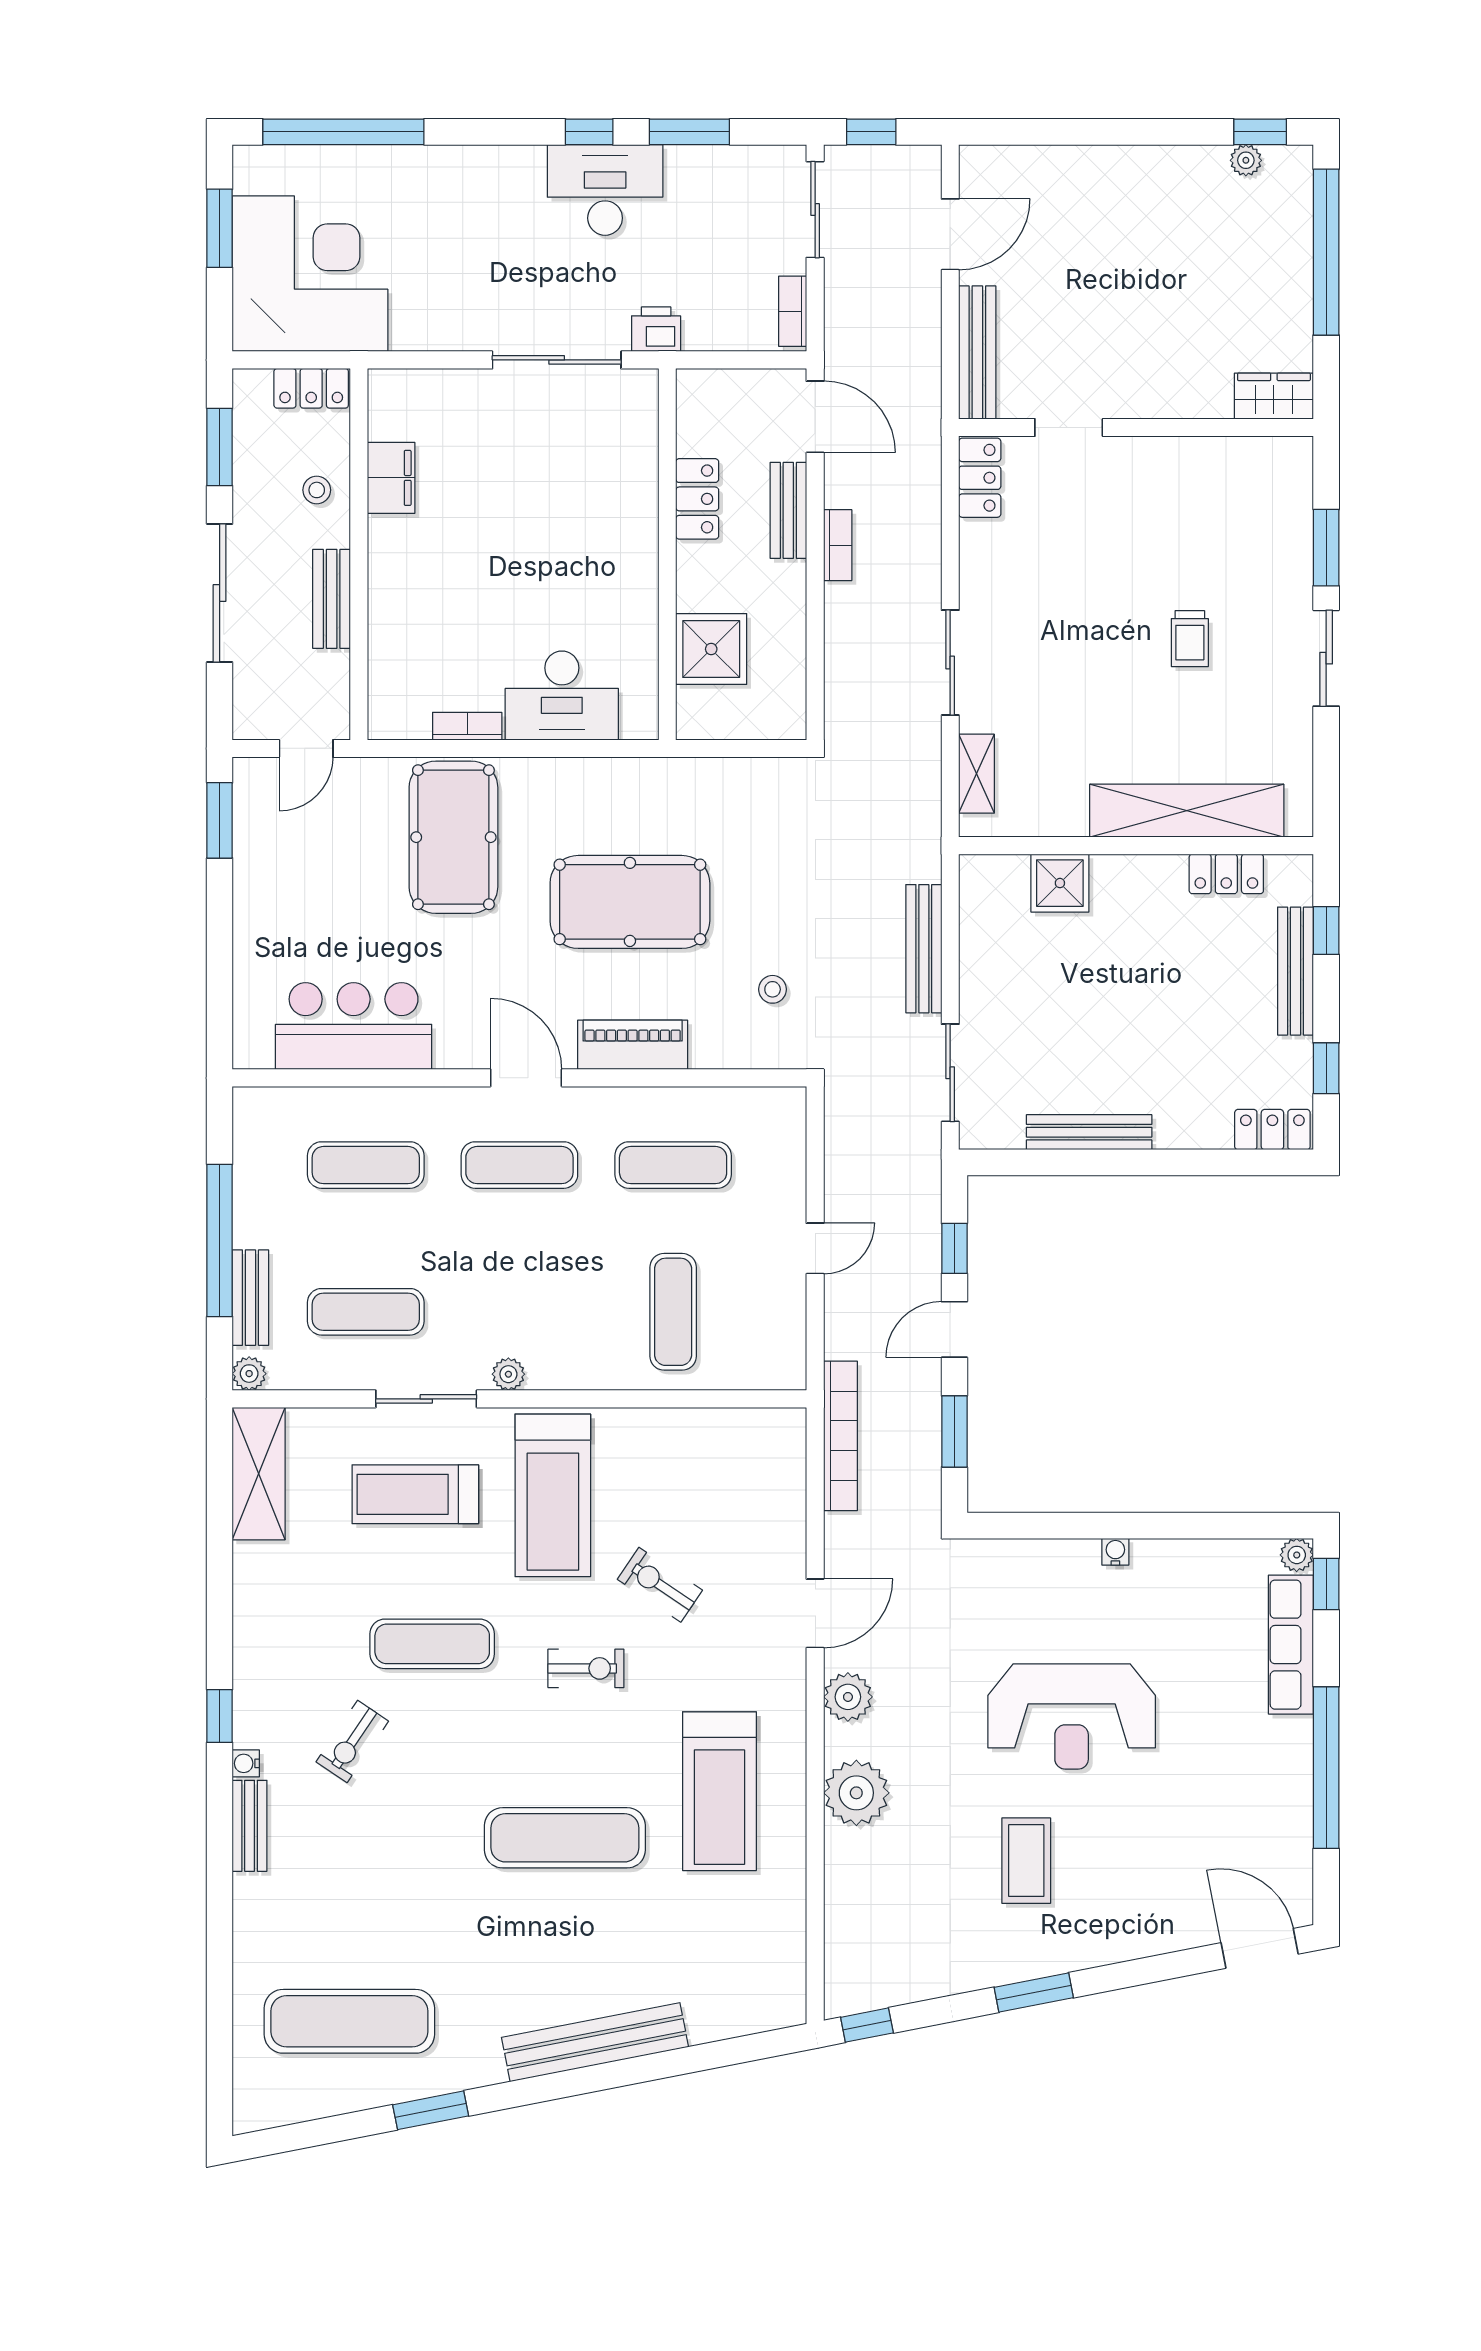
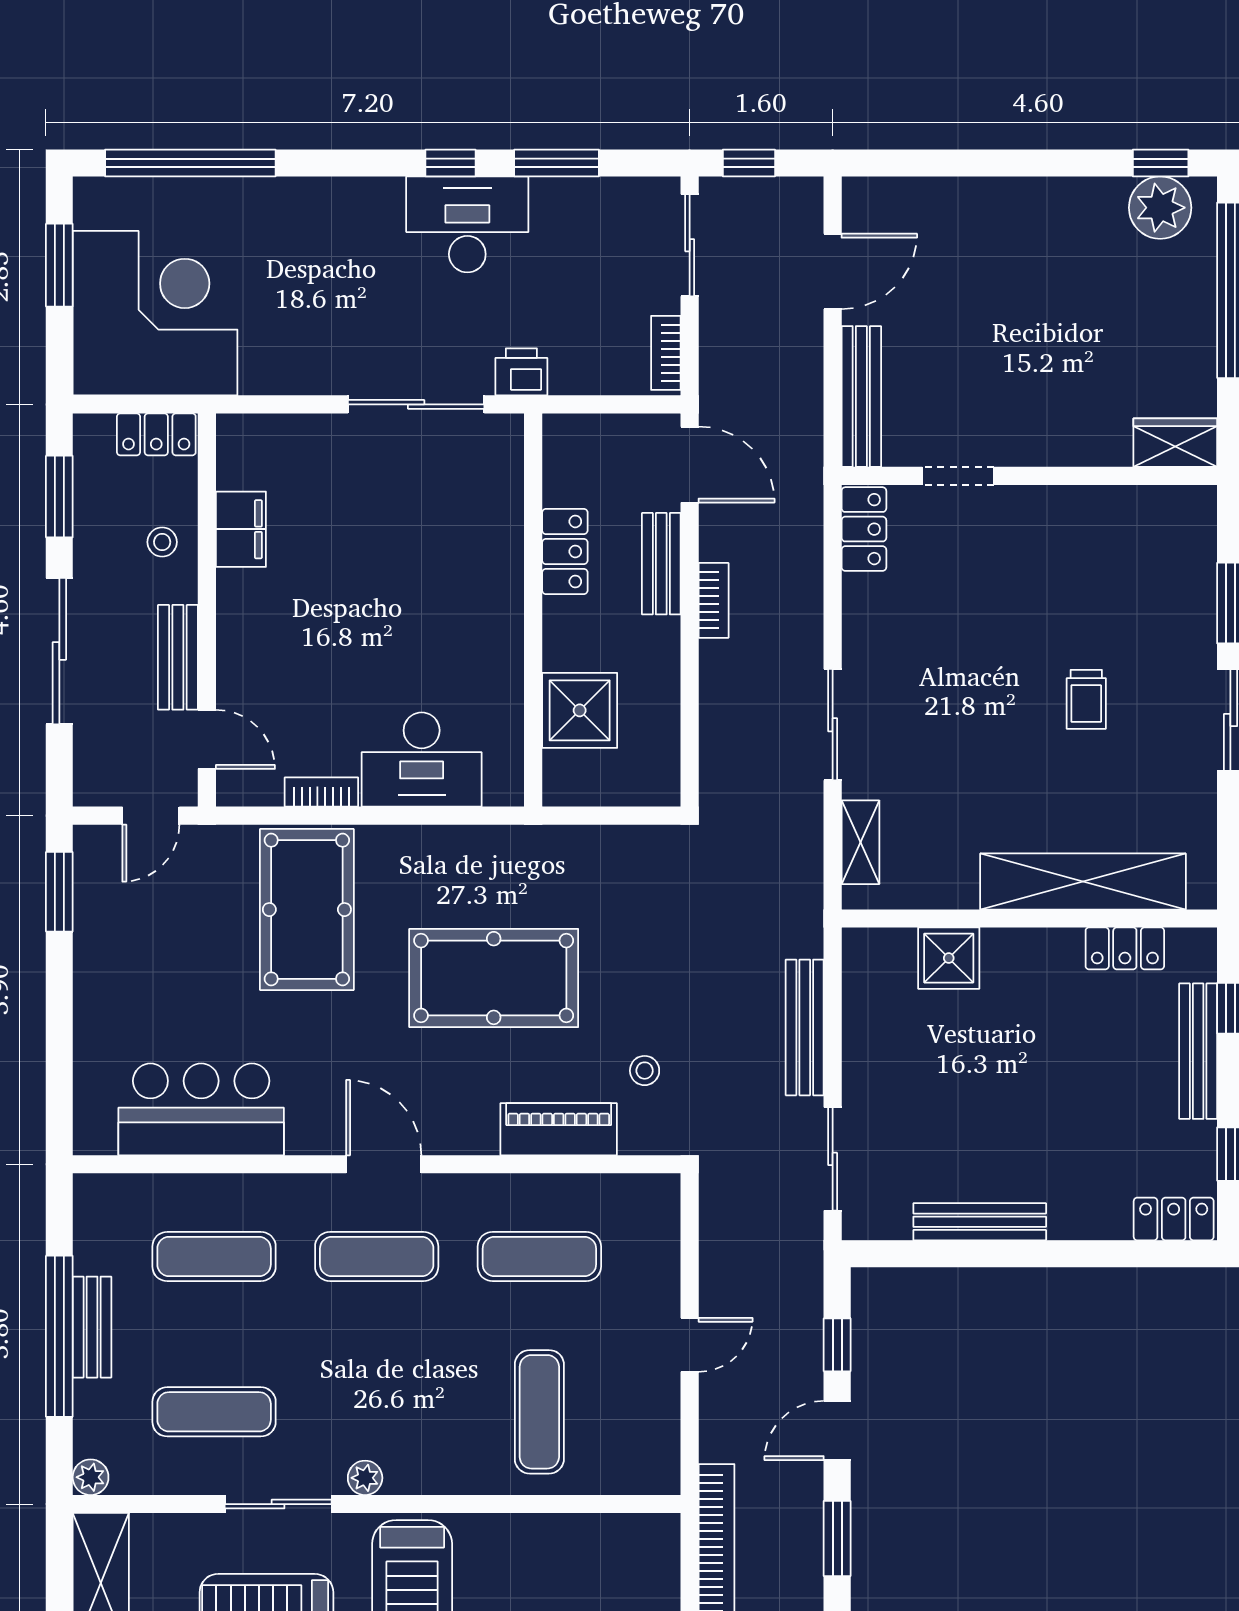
plant: (1246, 160) -> (1160, 208), width x1.87, depth x1.87
door: (359, 676) -> (207, 739), added
piano: (633, 1045) -> (559, 1129), moved
bench: (250, 1298) -> (92, 1327), moved

